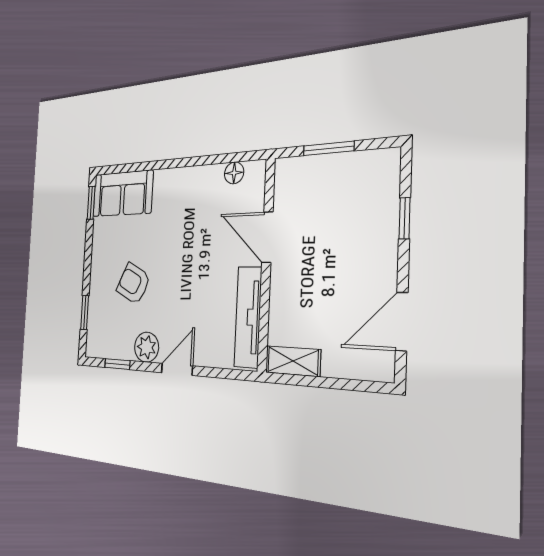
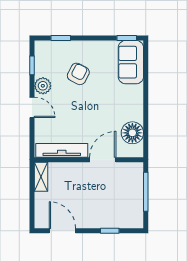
window: (328, 148) -> (146, 192), width x1.44
floor lamp: (234, 173) -> (132, 133), width x1.89, depth x1.89

